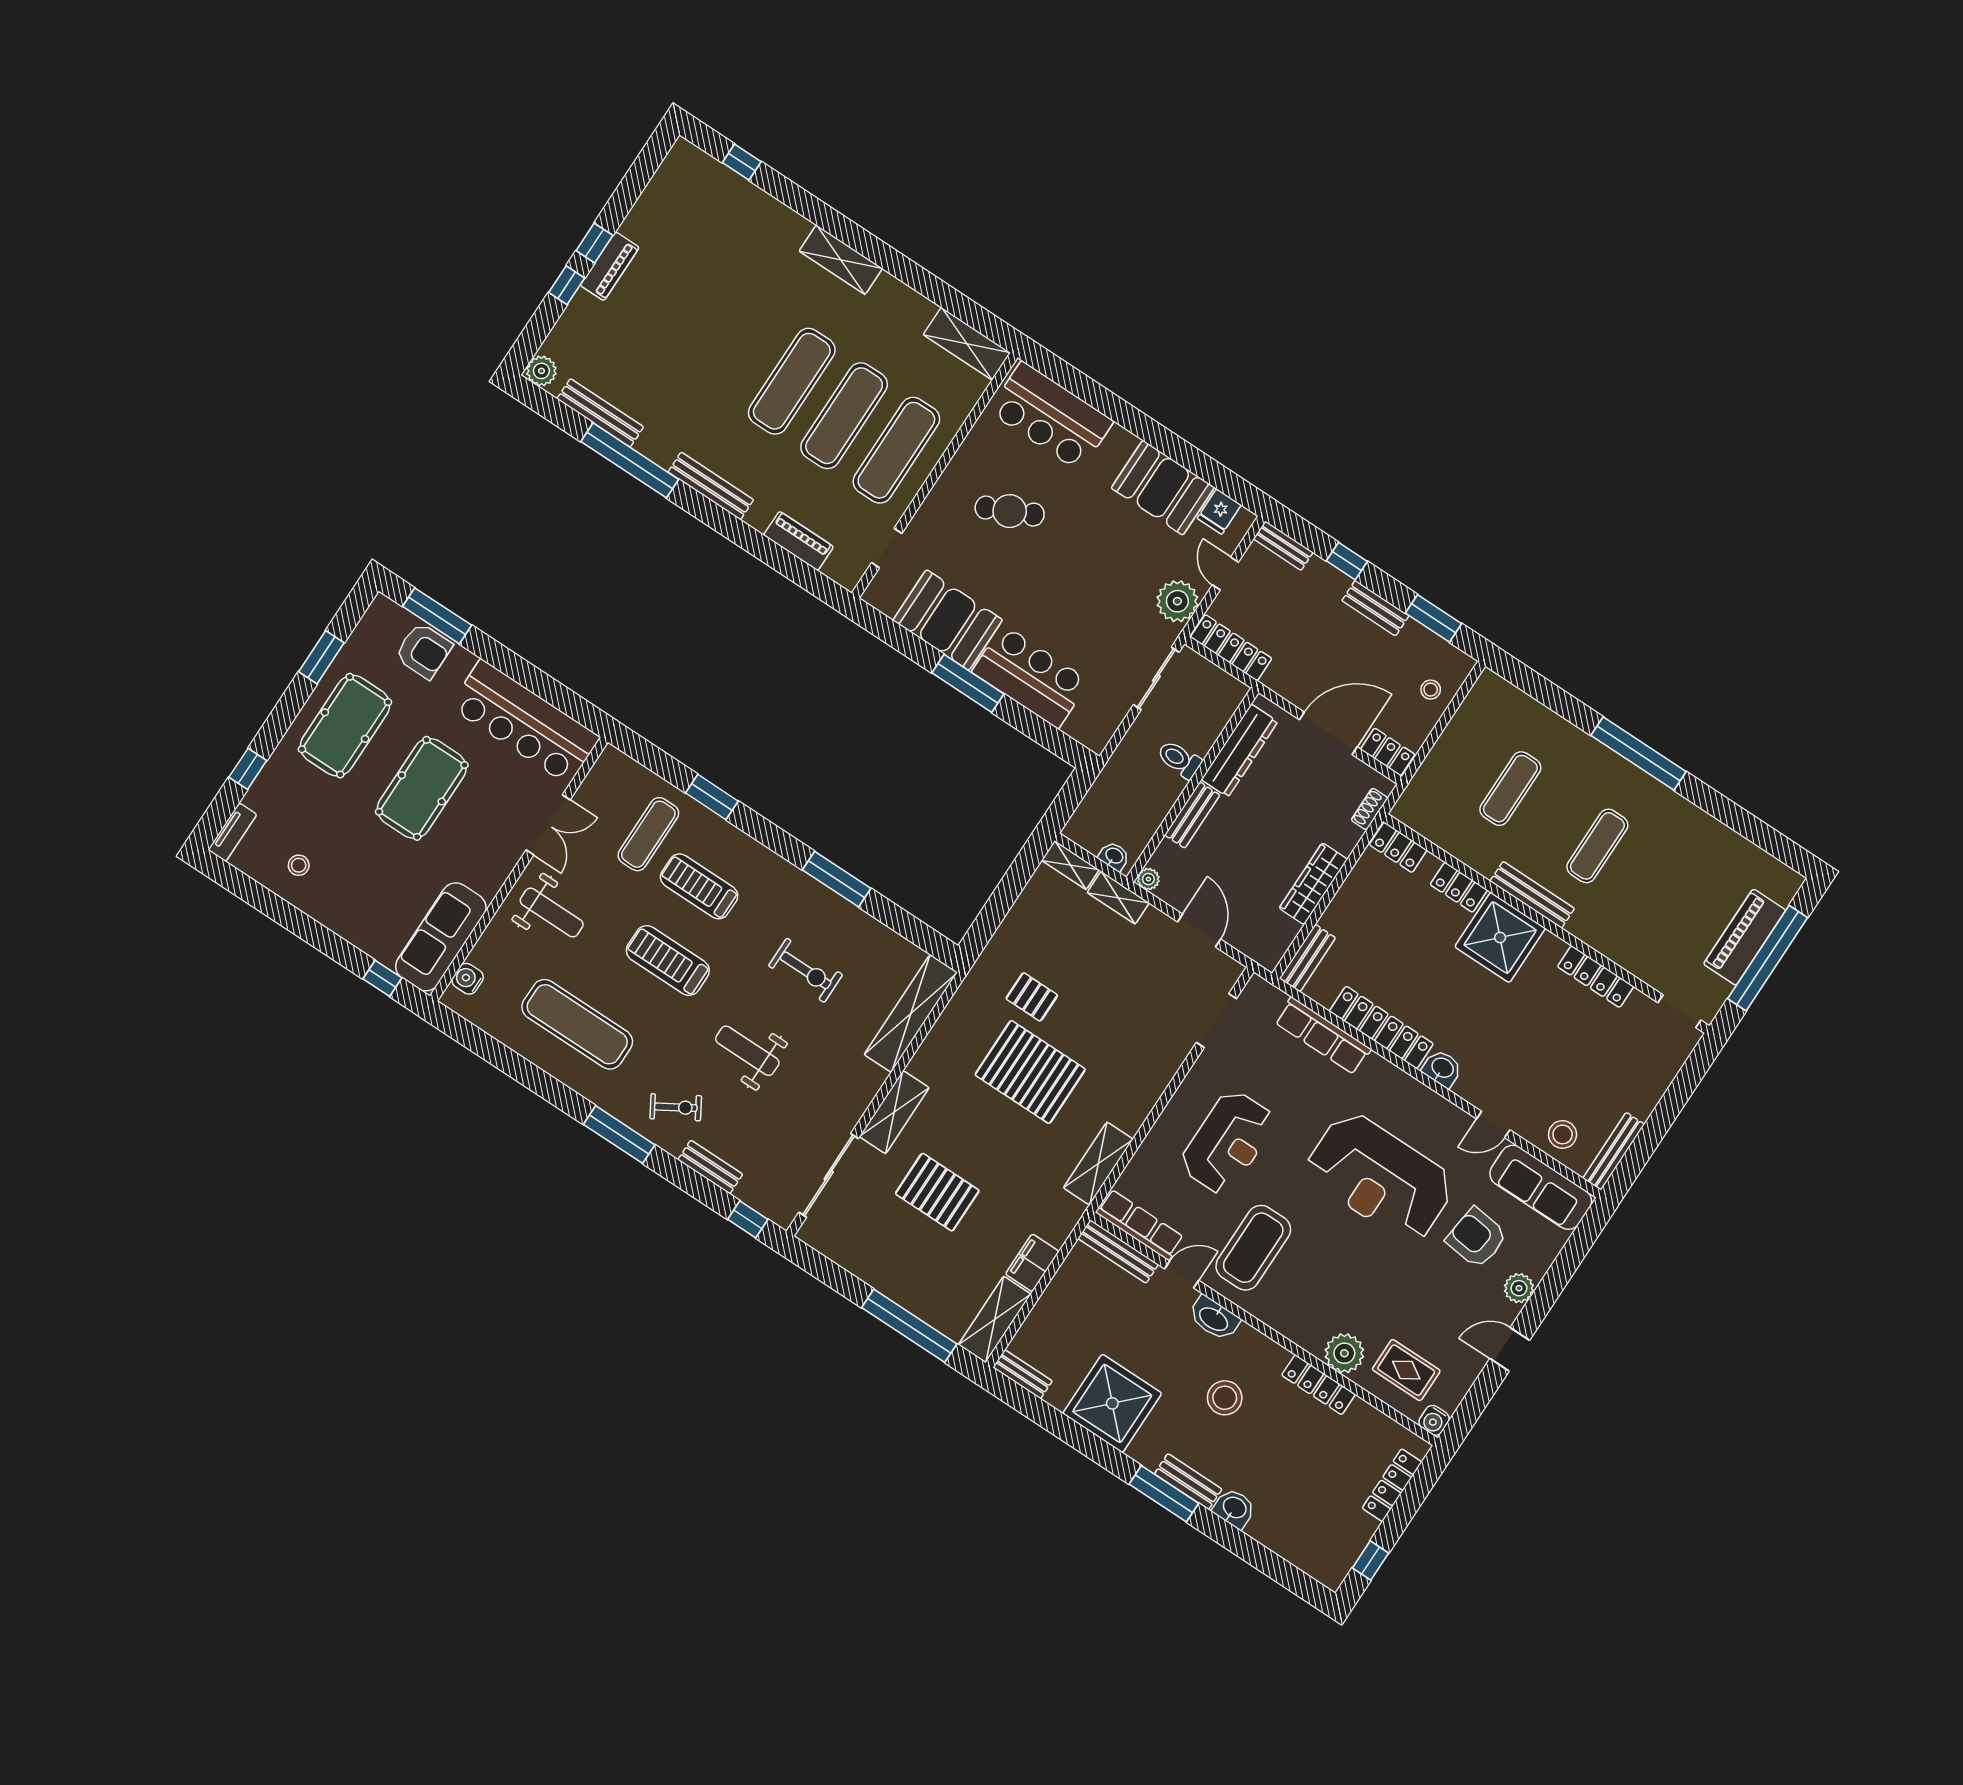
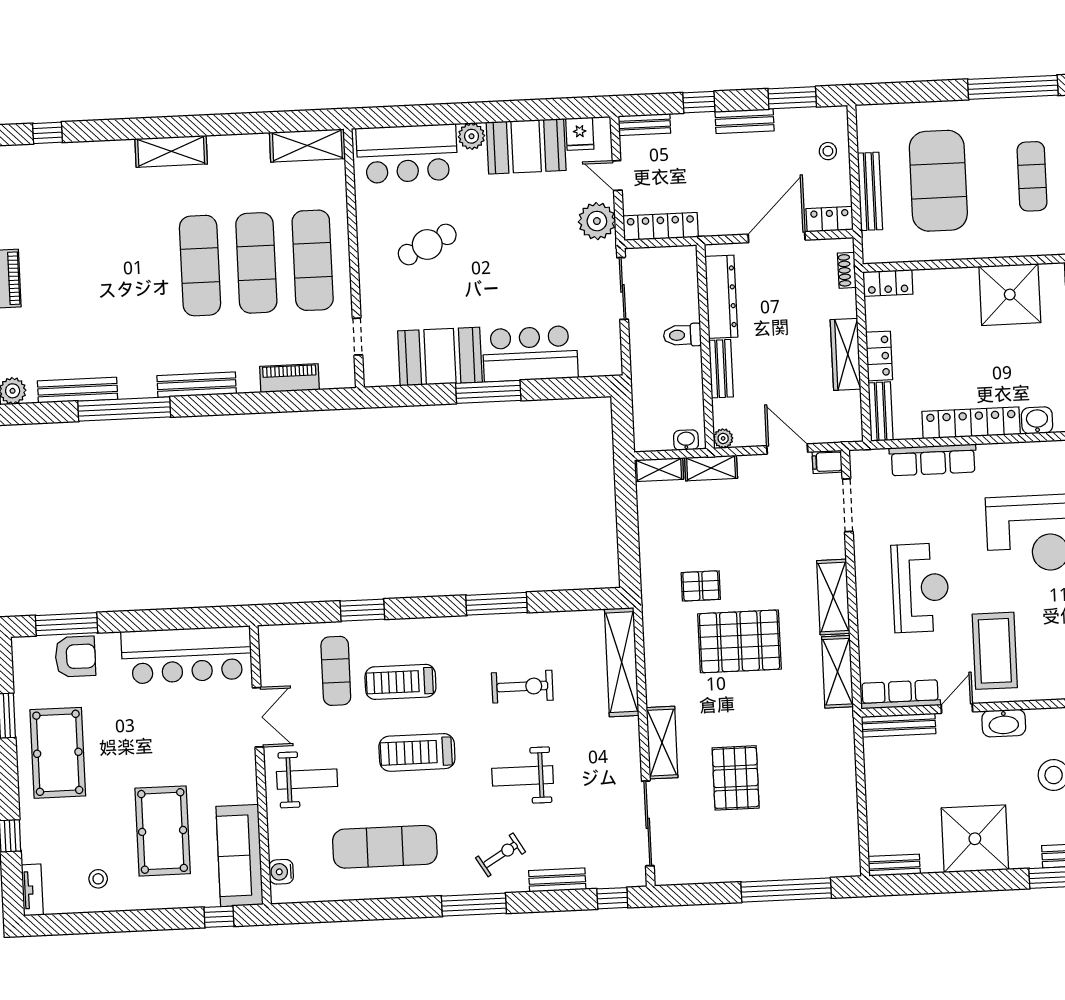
plant: (1120, 443) -> (472, 136), added
pool table: (422, 788) -> (163, 831), moved
exercise mat: (1510, 789) -> (938, 181), width x2.00, depth x1.45
locker: (1459, 887) -> (879, 356), moved, turned -90
bench: (1532, 895) -> (870, 191), moved, turned 90
pallet: (937, 1192) -> (736, 778), turned 90
filing cabinet: (1032, 1263) -> (827, 462), moved, width x0.50
shelving: (995, 1319) -> (833, 597), moved

